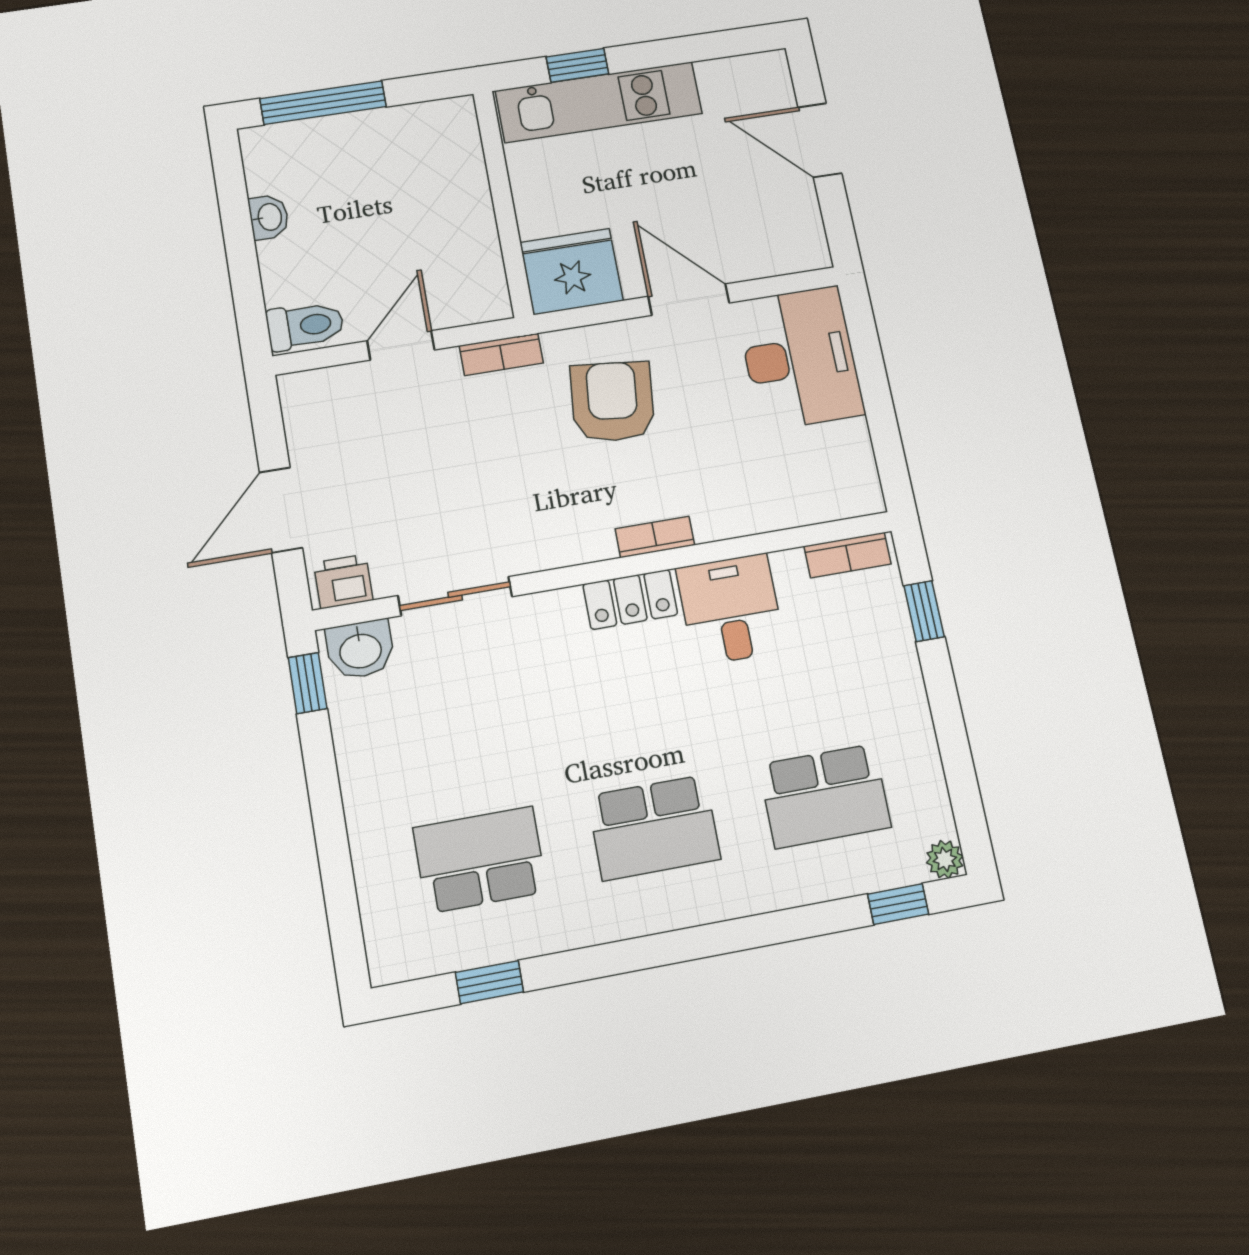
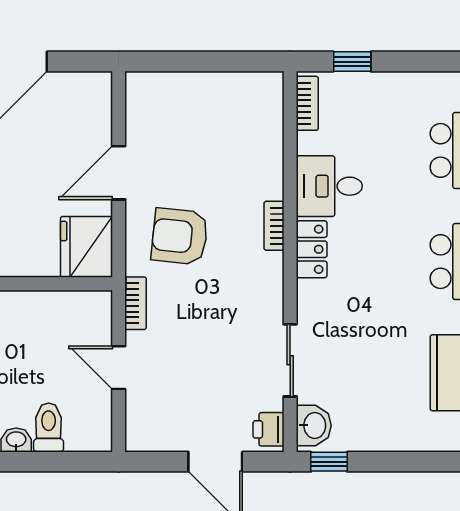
toilet: (305, 326) -> (49, 428), moved
desk: (800, 358) -> (171, 107), removed

